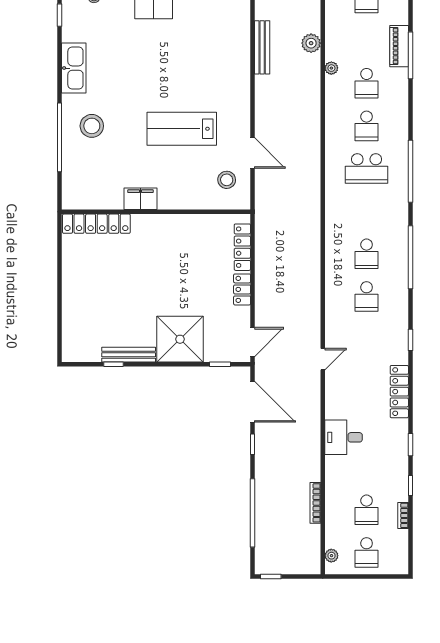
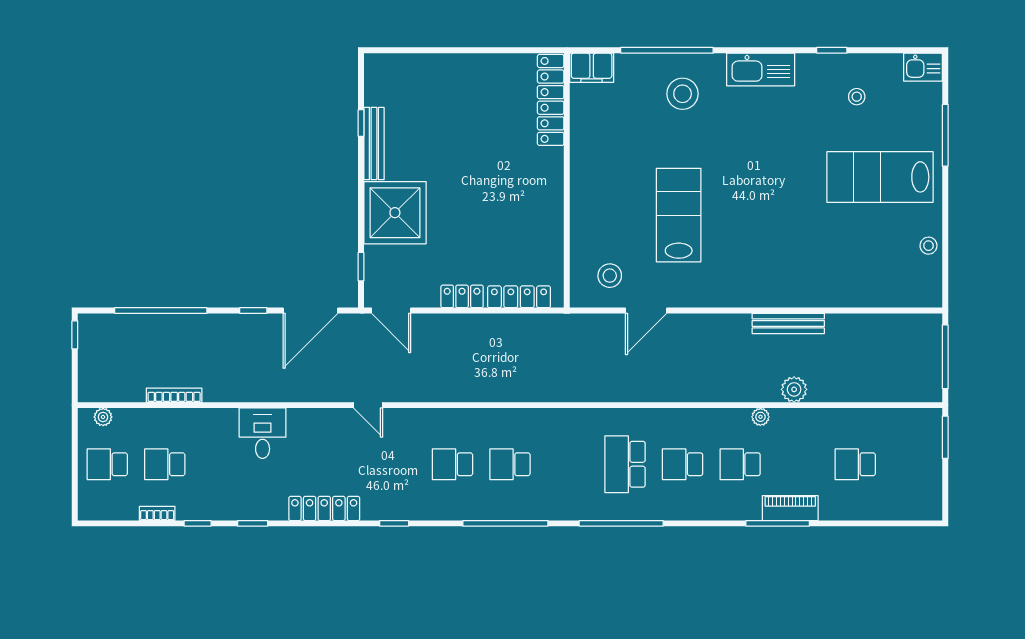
filing cabinet: (140, 199) -> (592, 68), moved, turned 90

